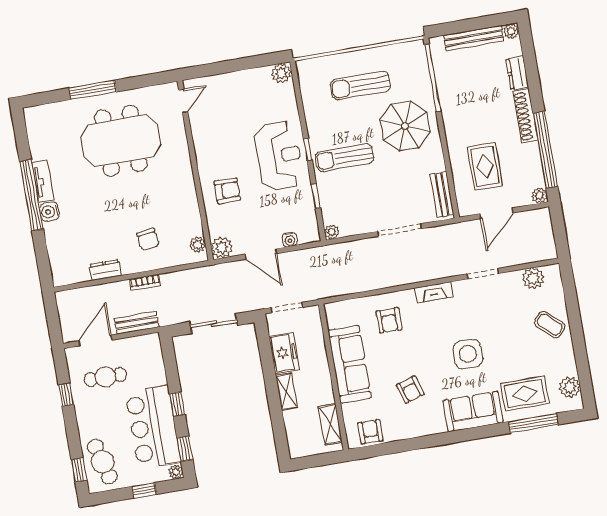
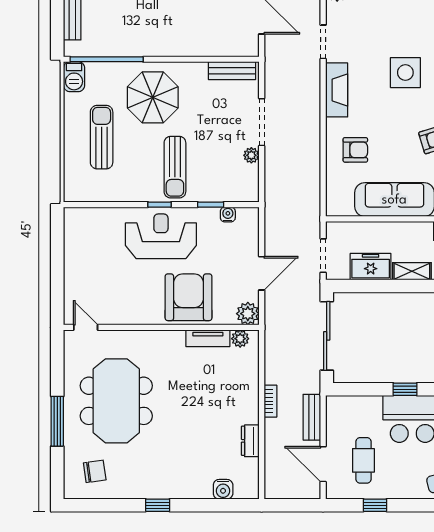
barbecue: (412, 51) -> (74, 77), added
plant: (281, 73) -> (74, 219), removed
sun lounger: (360, 85) -> (102, 137), turned 180
rug: (485, 166) -> (210, 20), removed
tv unit: (43, 181) -> (208, 338), moved, turned 180
armchair: (227, 191) -> (188, 297), width x1.88, depth x1.88
window: (32, 195) -> (158, 505), width x0.32
water cooler: (49, 212) -> (223, 489), moved
plant: (332, 232) -> (251, 155), moved
chair: (148, 239) -> (95, 471), moved
water cooler: (290, 240) -> (228, 215), moved, turned -90
fireplace: (434, 292) -> (337, 90), width x1.37, depth x1.32
sliding door: (214, 324) -> (327, 336), width x1.37

